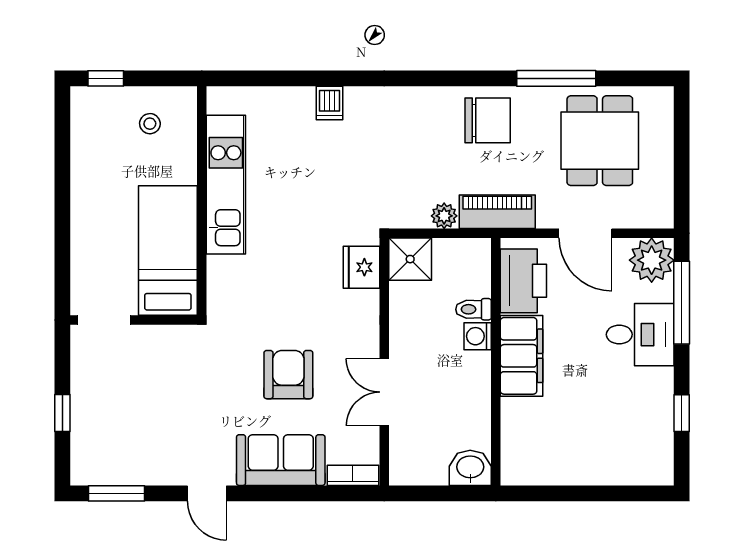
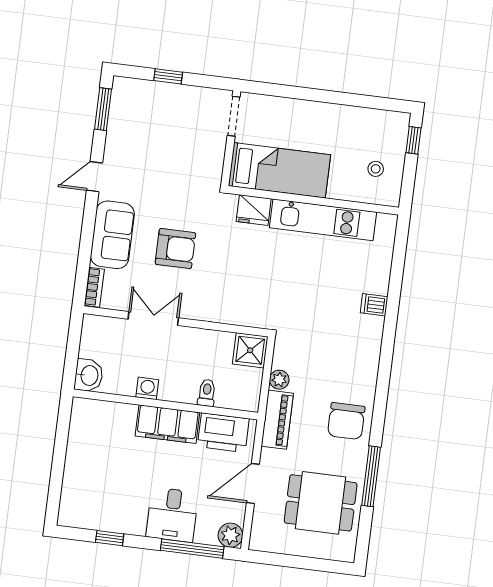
plant: (652, 260) -> (230, 535), width x0.73, depth x0.73
fridge: (361, 267) -> (254, 210), moved, turned 180
washing machine: (478, 336) -> (147, 388), moved

